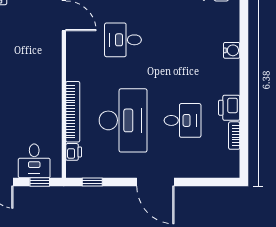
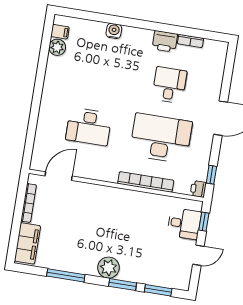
desk: (123, 40) -> (89, 127), width x1.37
printer: (74, 152) -> (198, 189), moved, turned -90

